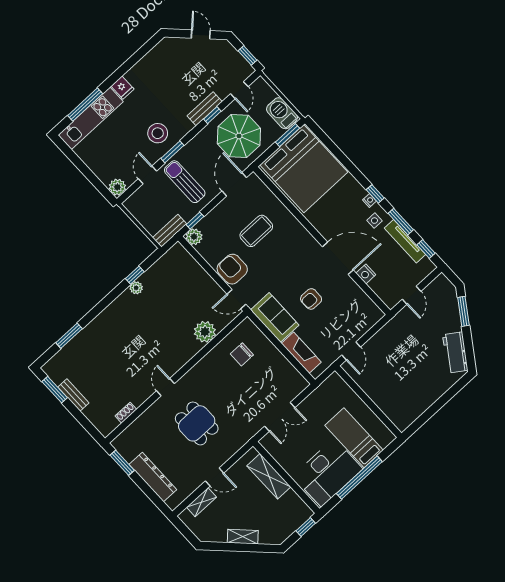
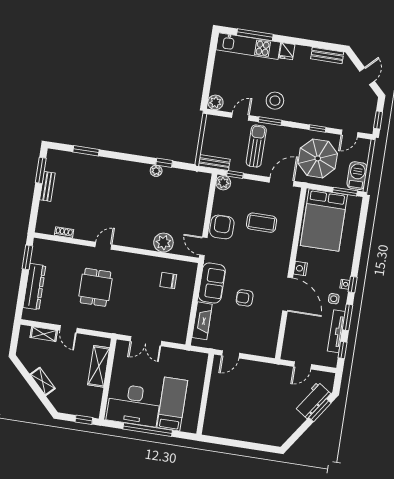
bench: (205, 109) -> (327, 55), moved
bed: (304, 169) -> (324, 220), width x0.73
nightstand: (366, 274) -> (300, 268), moved
workbench: (455, 352) -> (313, 400), moved

